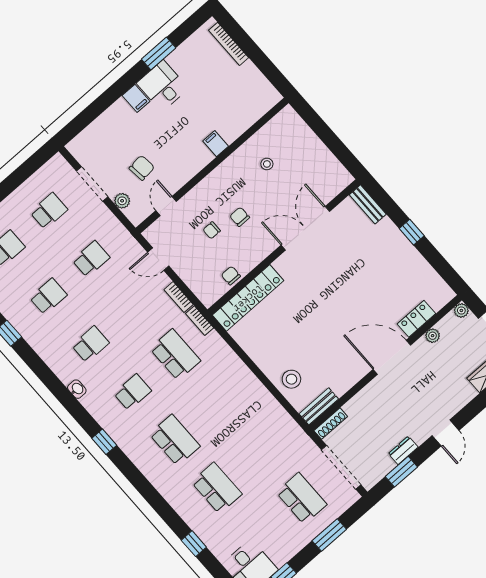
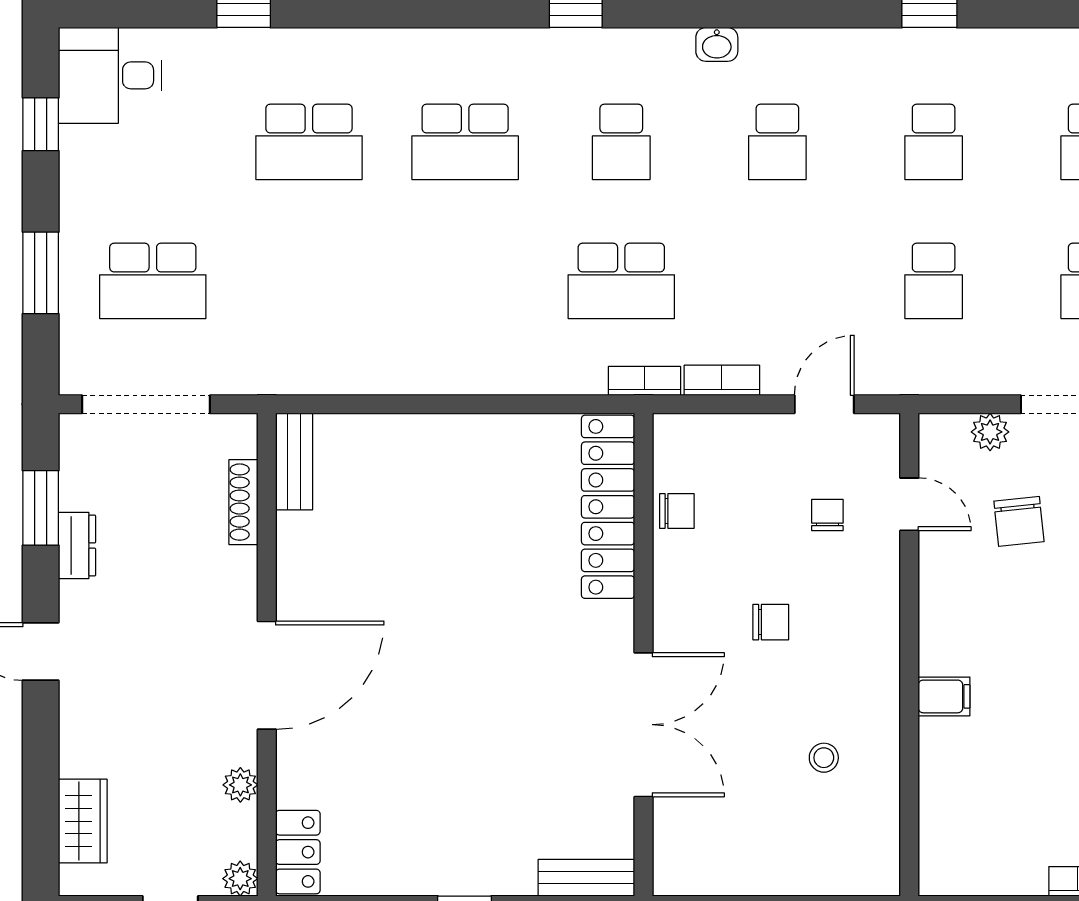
chair: (212, 230) -> (827, 515), moved
locker: (416, 319) -> (298, 852), moved
stool: (291, 379) -> (388, 455), removed
shoe rack: (331, 424) -> (243, 502), moved

